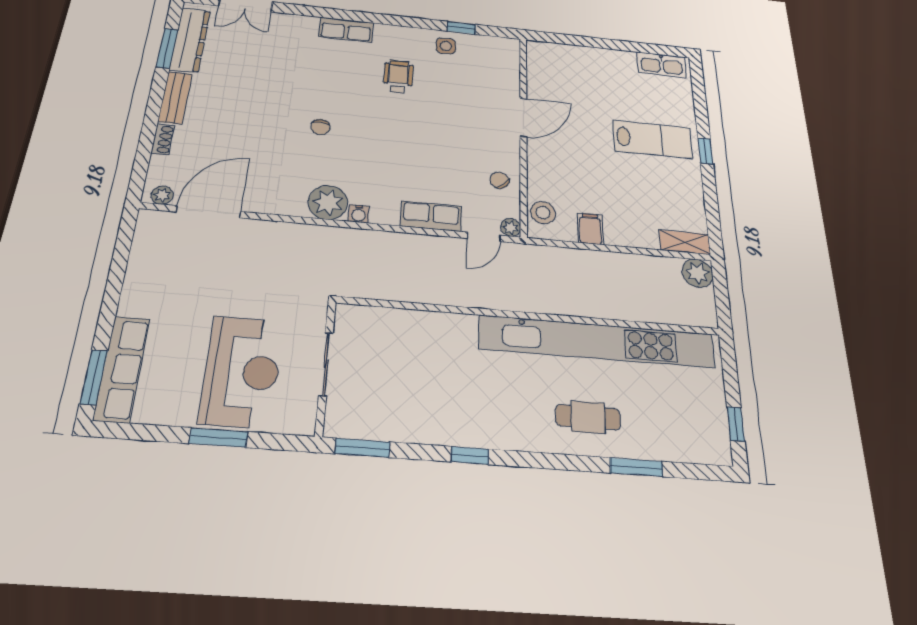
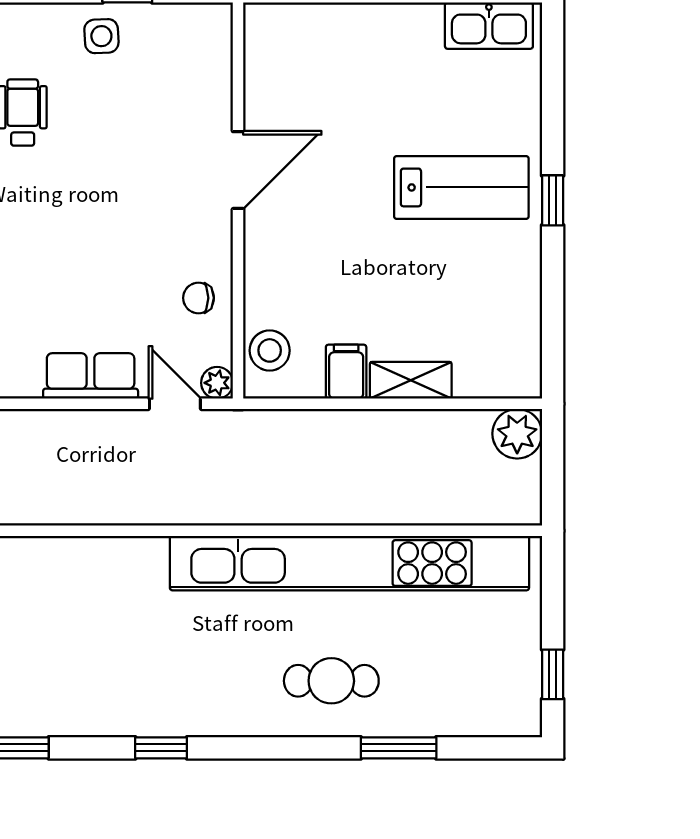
chair: (499, 180) -> (198, 298), turned -48
door: (484, 237) -> (175, 404), swing flipped
shelving: (685, 242) -> (411, 380), moved

